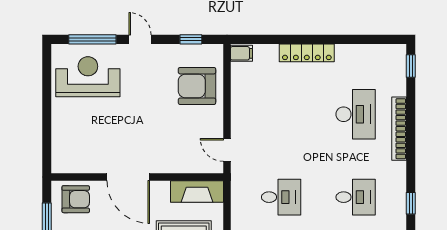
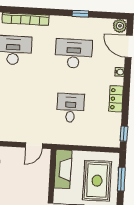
desk: (356, 197) -> (74, 54), width x1.37

